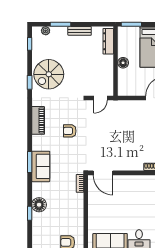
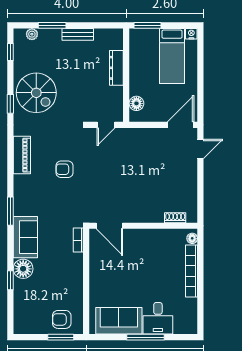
dresser: (108, 41) -> (116, 68), moved
floor lamp: (123, 63) -> (136, 103), moved
spiral stairs: (49, 74) -> (36, 93), turned -90
sofa: (41, 166) -> (25, 237), moved

